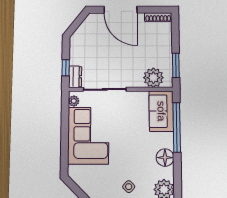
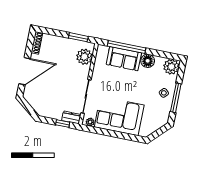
sofa: (161, 111) -> (124, 59), moved

